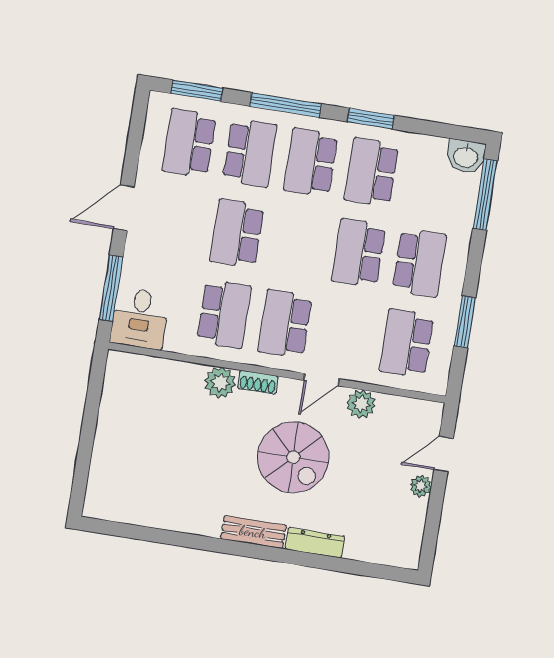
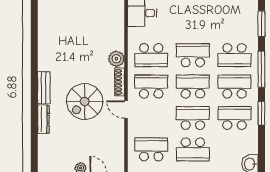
school desk: (189, 143) -> (193, 87), moved
shoe rack: (258, 382) -> (120, 82), width x1.43
plant: (361, 404) -> (117, 132), removed

